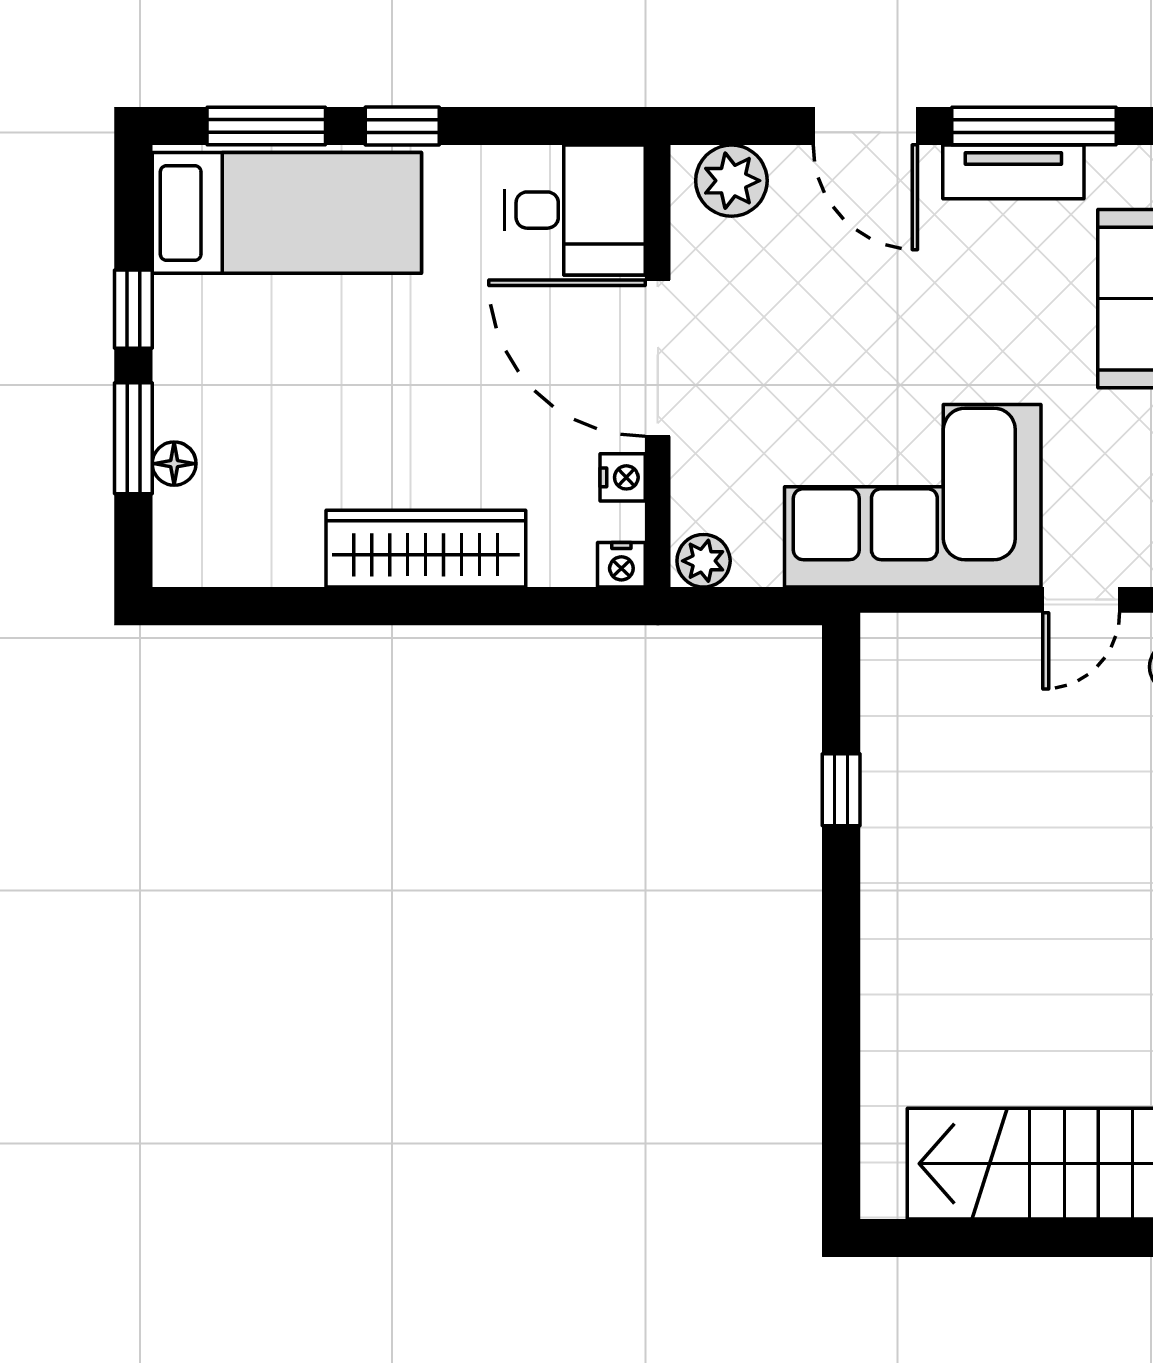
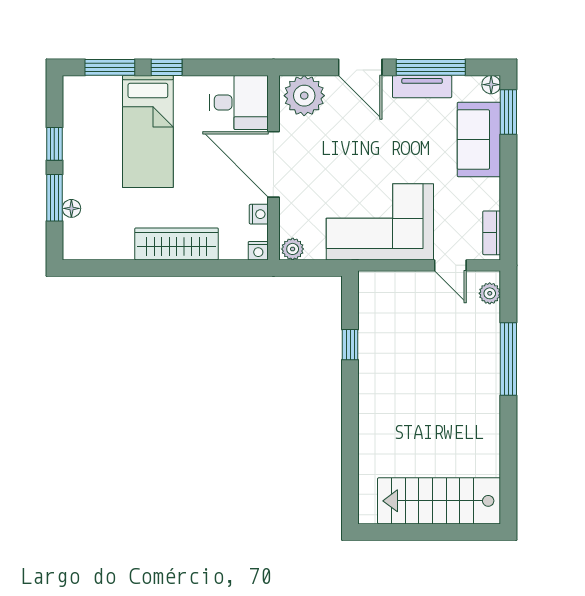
plant: (731, 181) -> (304, 96), width x1.36, depth x1.36
bed: (287, 213) -> (148, 131), moved, turned 90
door: (1081, 600) -> (450, 265), hinge flipped

